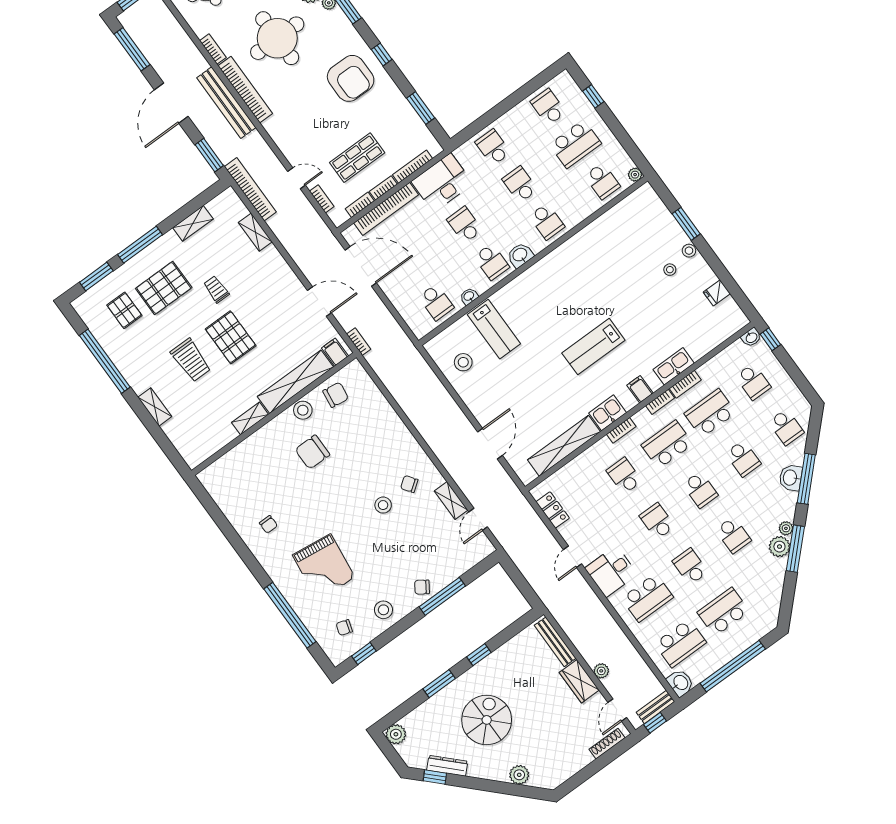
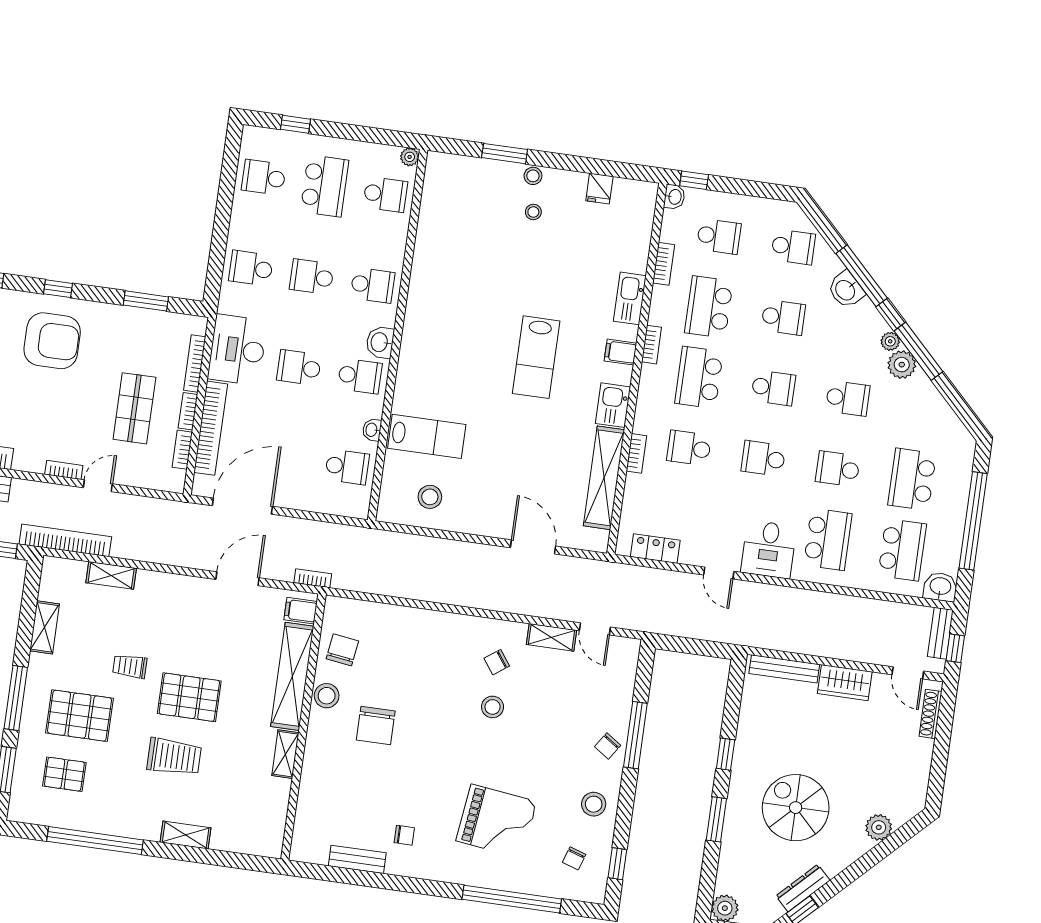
bookcase: (322, 199) -> (64, 470), moved
pallet: (164, 288) -> (80, 716), turned 90
bookcase: (685, 384) -> (664, 264), moved
bookcase: (621, 430) -> (636, 453), moved
bench: (231, 512) -> (357, 859), added
plant: (601, 671) -> (855, 652), removed

